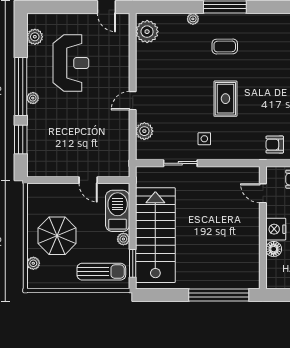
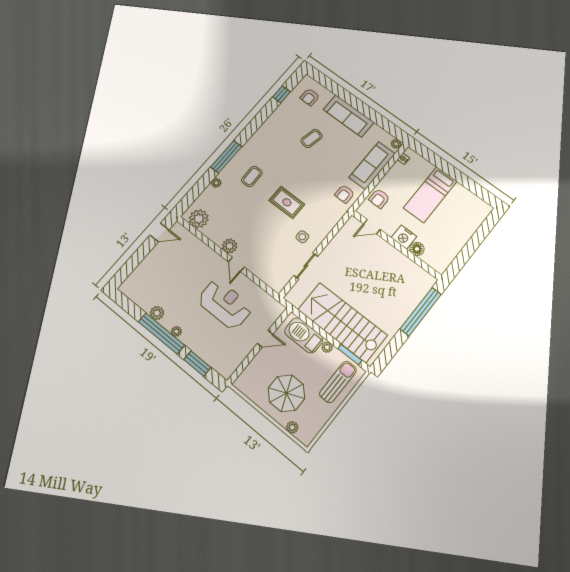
plant: (35, 37) -> (157, 313), moved
reception desk: (71, 63) -> (225, 304), moved
plant: (144, 131) -> (230, 246), moved

